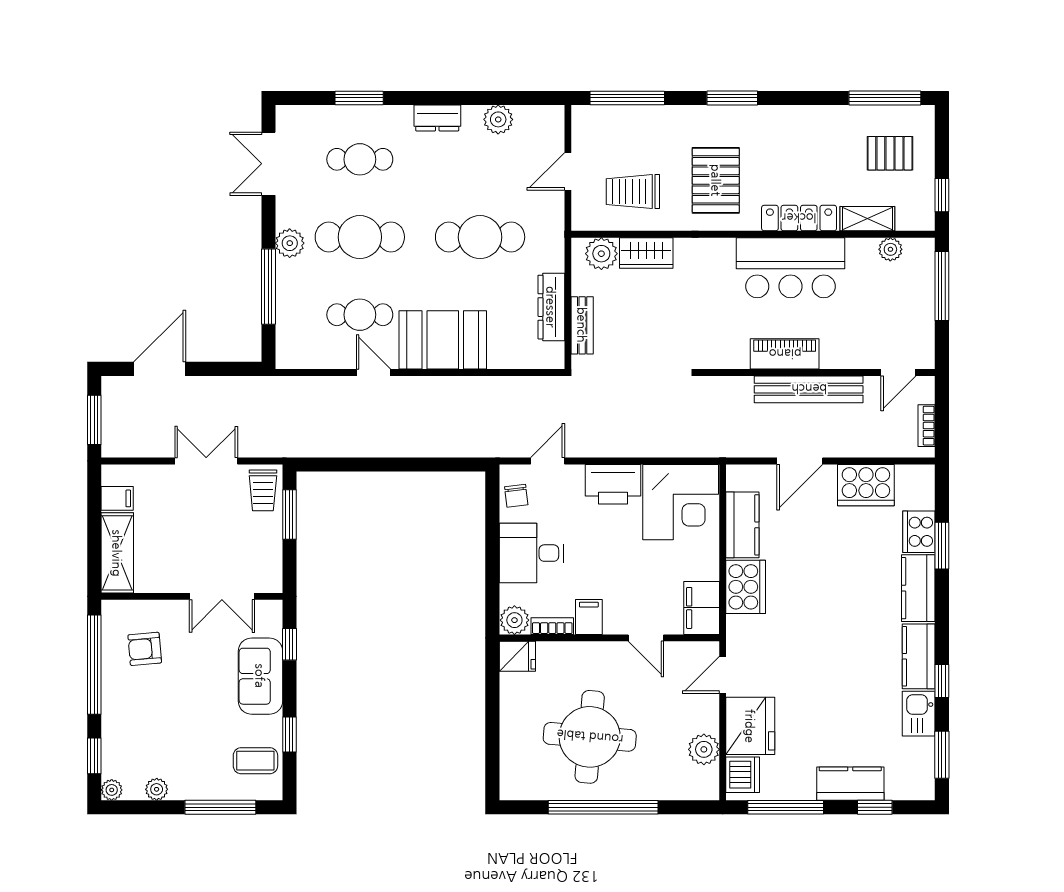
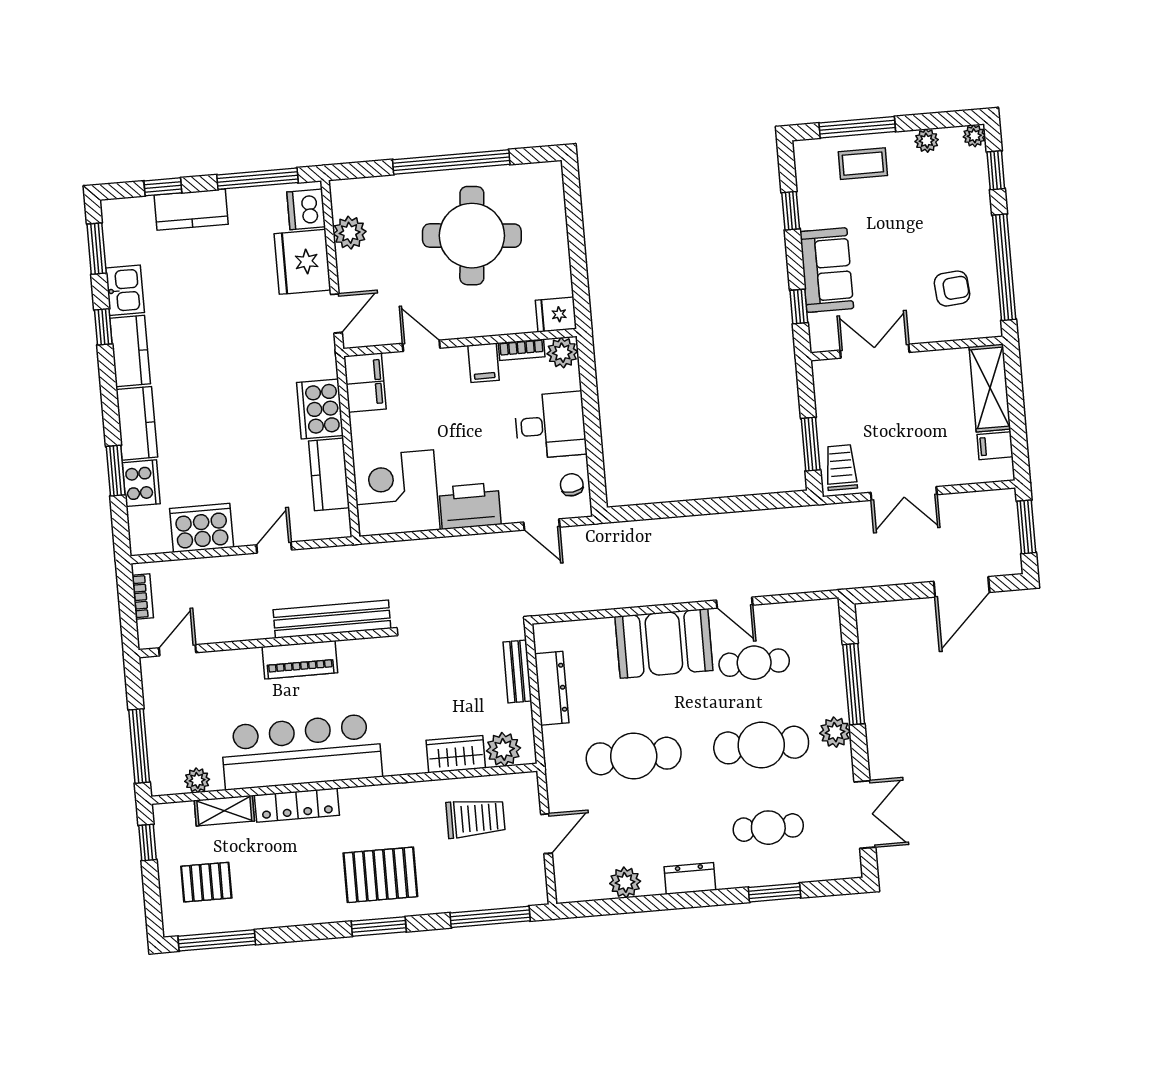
pallet: (716, 180) -> (380, 875), moved, turned 90
bar counter: (790, 268) -> (301, 752), width x1.36
bench: (809, 389) -> (332, 619), moved
door: (548, 461) -> (542, 525), hinge flipped
door: (800, 461) -> (274, 547), width x0.73
coffee table: (255, 761) -> (863, 164), moved

